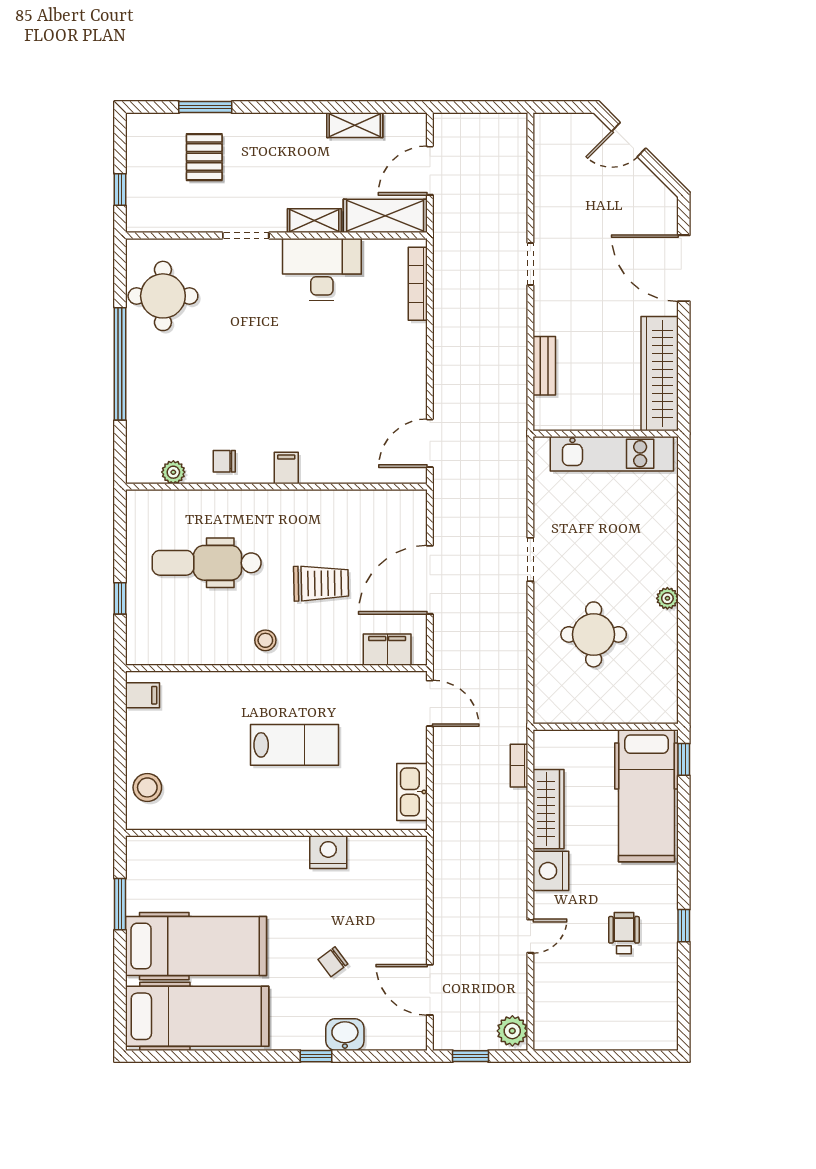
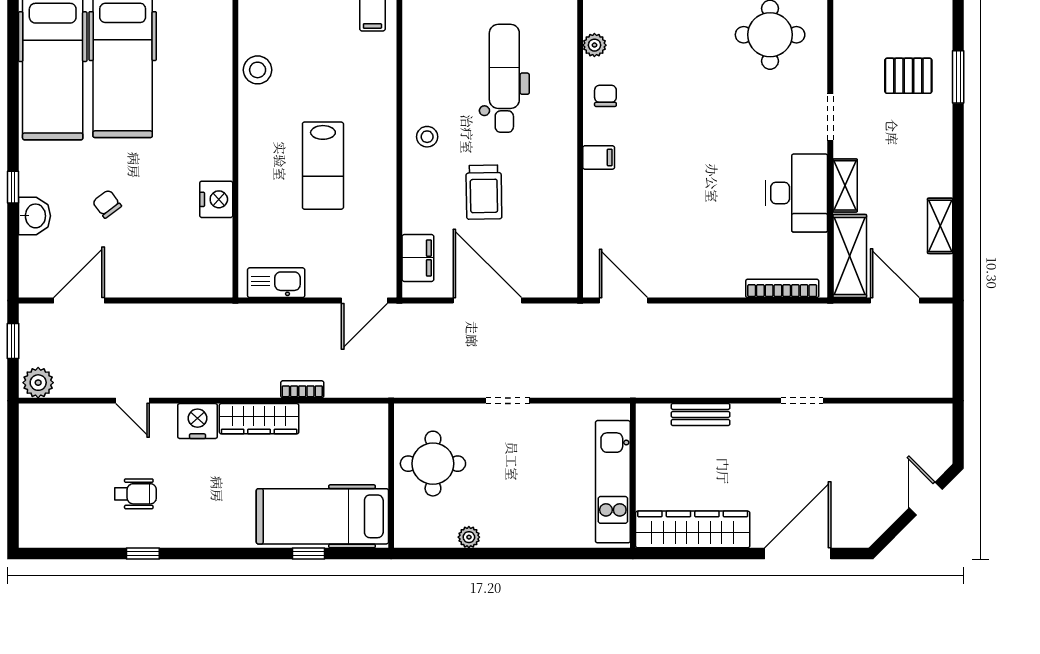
wall: (606, 727) -> (391, 476), moved
stool: (147, 787) -> (258, 70), moved
hospital bed: (647, 796) -> (322, 516), moved

